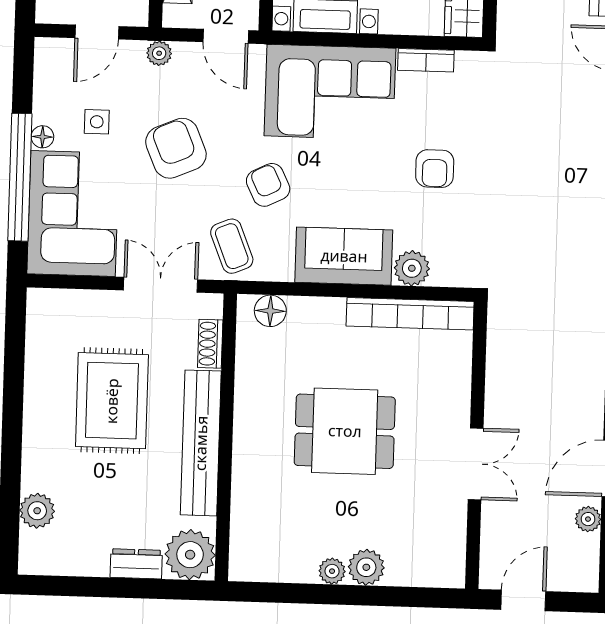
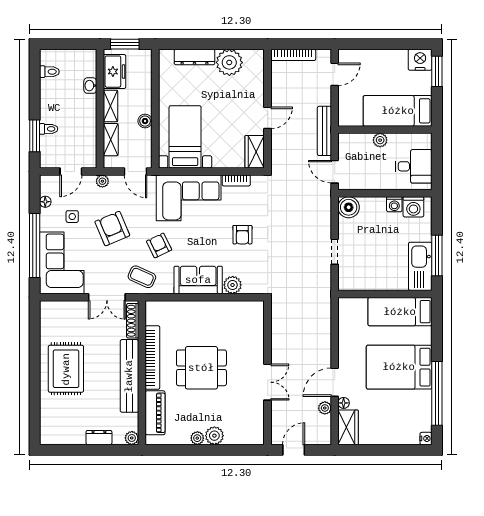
floor lamp: (42, 137) -> (45, 202), moved
coffee table: (232, 246) -> (142, 277), turned -44
double door: (161, 285) -> (107, 297), swing flipped
floor lamp: (270, 311) -> (162, 309), removed
bookcase: (410, 314) -> (152, 358), moved, turned -90
shoe rack: (210, 344) -> (133, 321), width x1.43
rug: (112, 401) -> (66, 369), moved
plant: (37, 511) -> (48, 412), removed
piano: (250, 518) -> (155, 413), added
plant: (190, 555) -> (132, 438), width x0.53, depth x0.53

